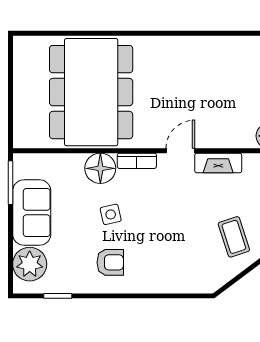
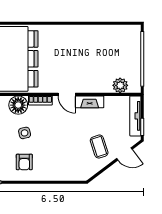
door: (180, 151) -> (67, 94), swing flipped
armchair: (110, 262) -> (24, 162), turned 90

